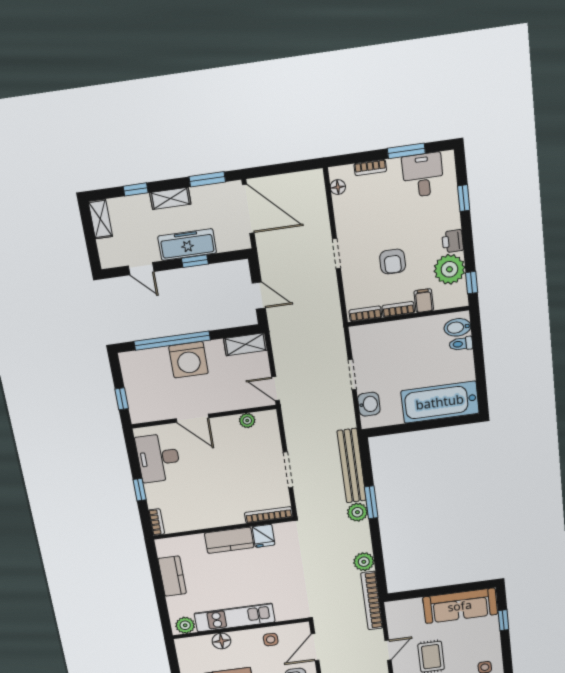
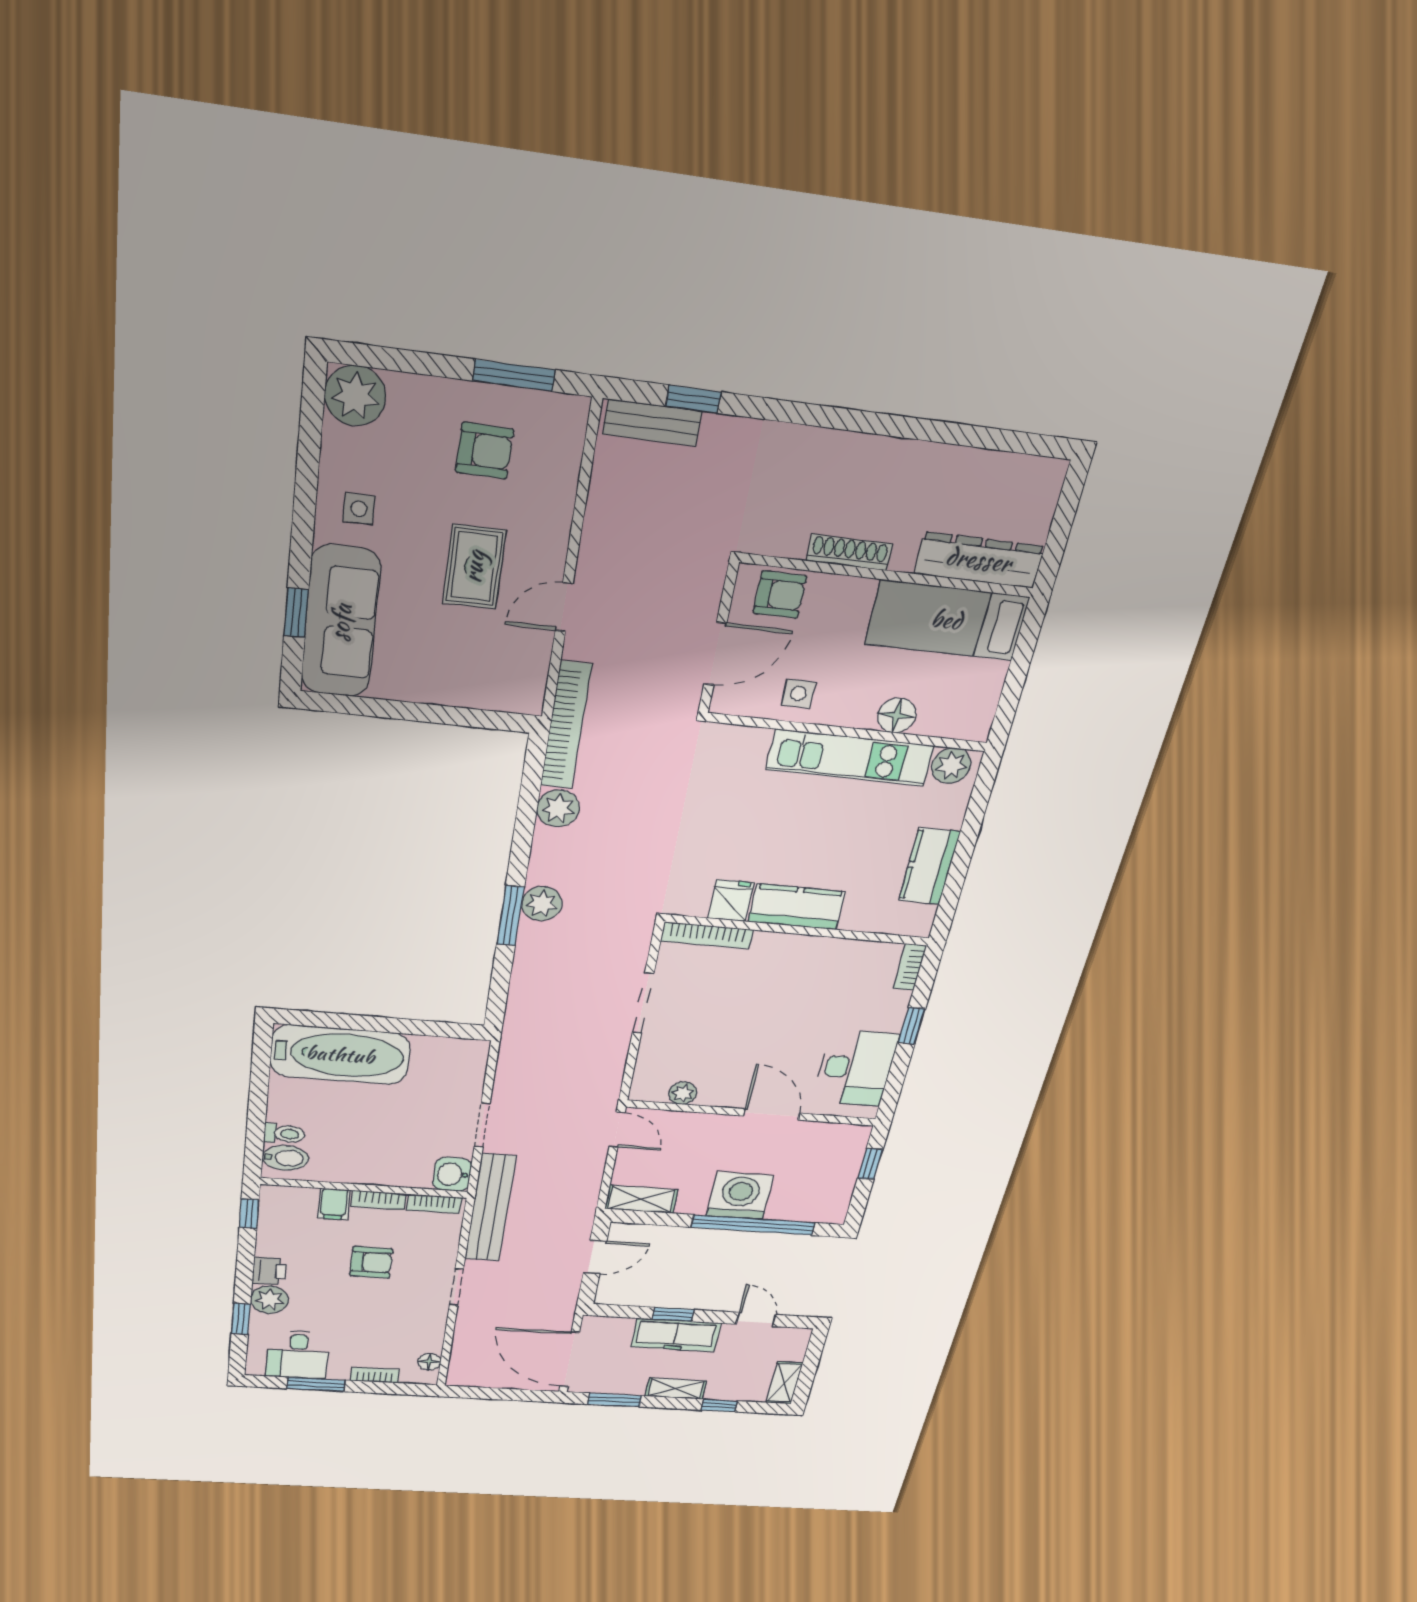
armchair: (393, 262) -> (371, 1262), turned 90
plant: (449, 269) -> (269, 1300), moved, width x0.73, depth x0.73
door: (259, 296) -> (595, 1257), swing flipped
washbasin: (369, 404) -> (452, 1174), moved
bench: (352, 466) -> (490, 1208), moved
sofa: (460, 606) -> (341, 622), moved, turned 90

